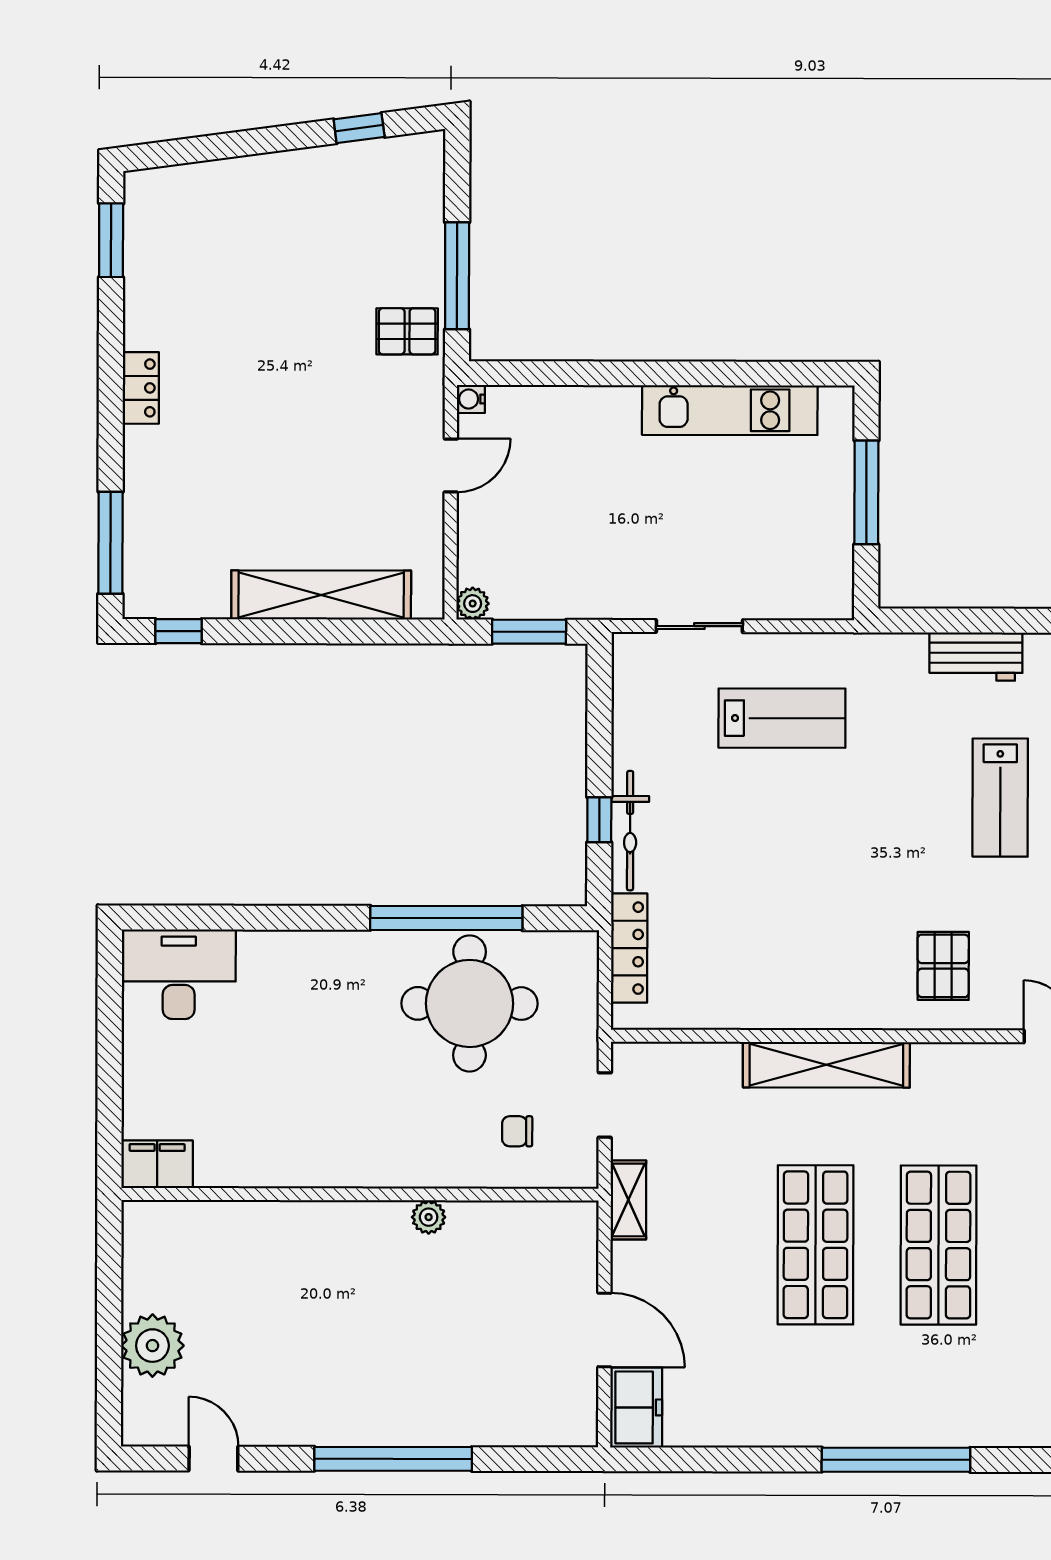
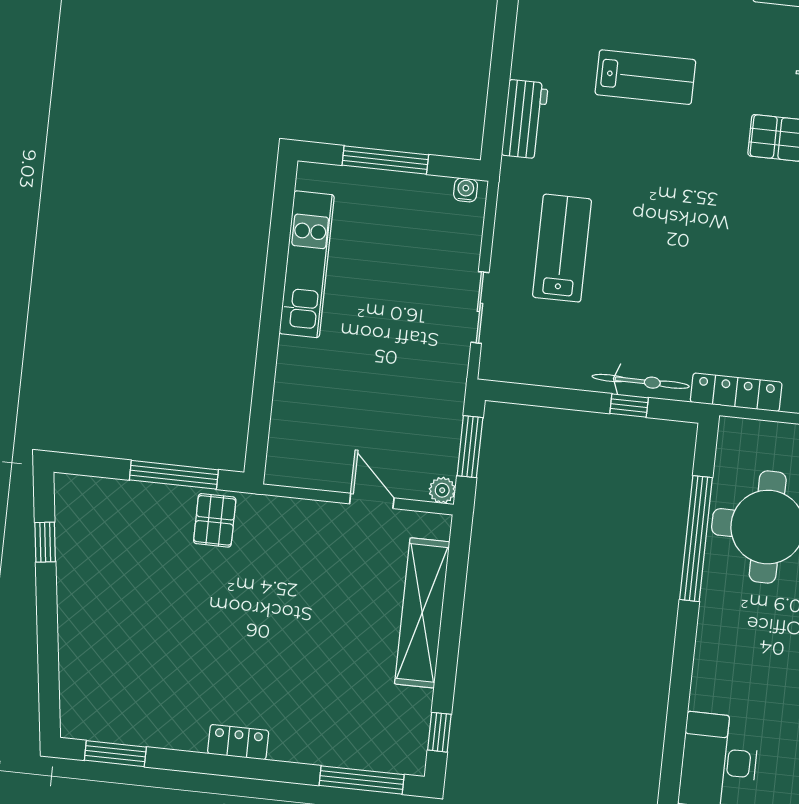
water cooler: (471, 399) -> (466, 190), moved, turned 180
door: (451, 465) -> (372, 501), moved
workbench: (976, 657) -> (525, 119), moved

